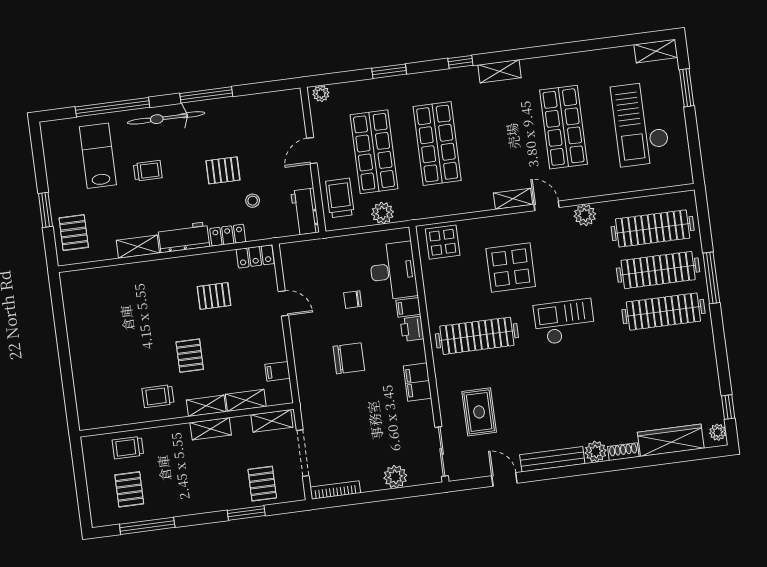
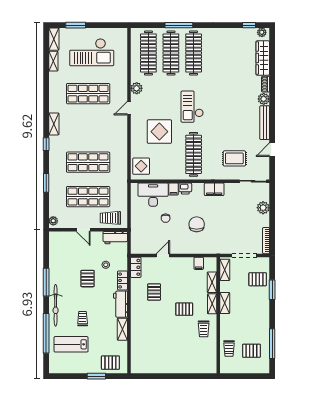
shelving: (513, 199) -> (53, 61), moved
plant: (383, 213) -> (121, 196), removed

